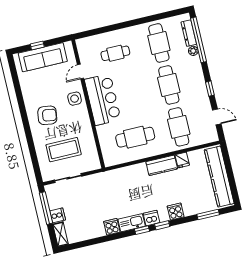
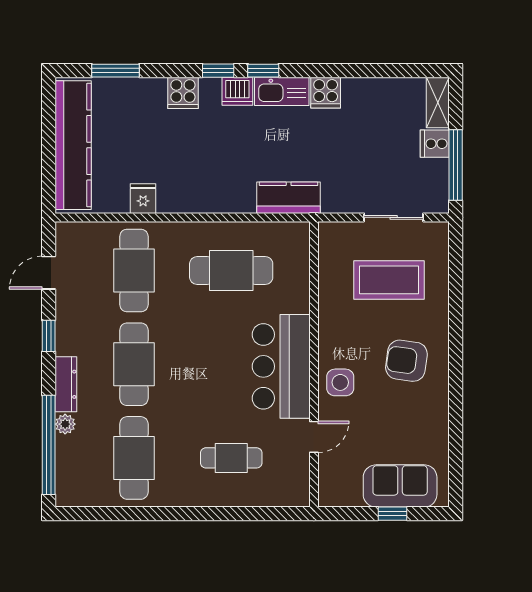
dresser: (189, 33) -> (66, 384), moved
sofa: (43, 57) -> (400, 486), width x0.73
door: (217, 117) -> (49, 273), hinge flipped
kitchen counter: (162, 165) -> (289, 198), moved

